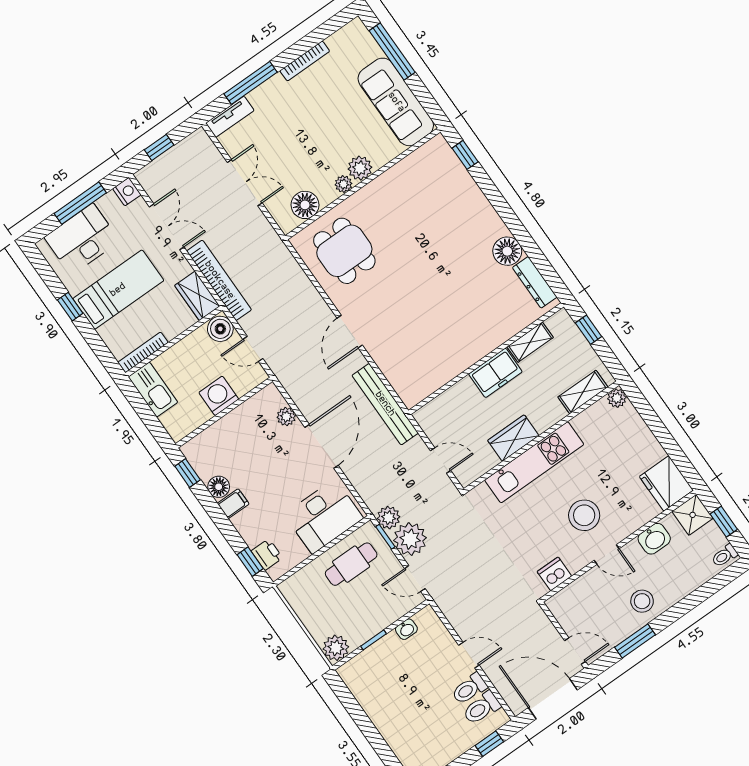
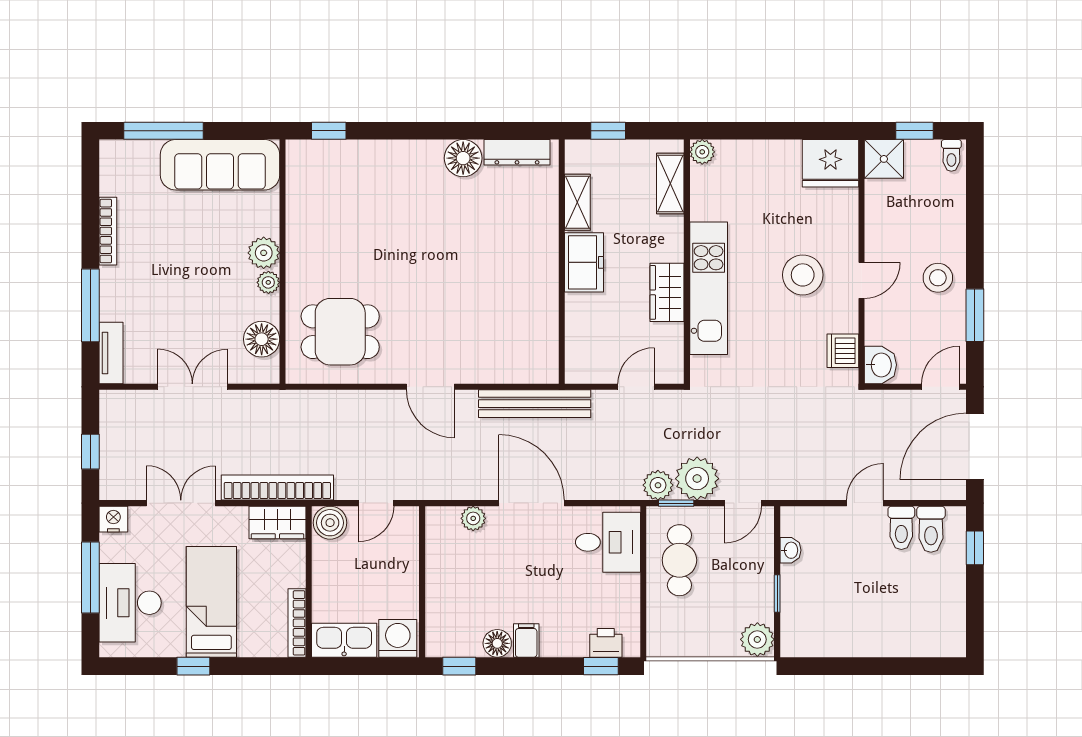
washing machine: (219, 396) -> (398, 638), moved, turned 90
desk: (324, 516) -> (608, 542), width x0.73
washbasin: (654, 539) -> (880, 365), moved

